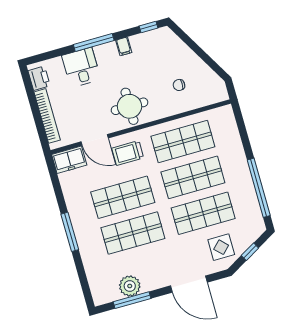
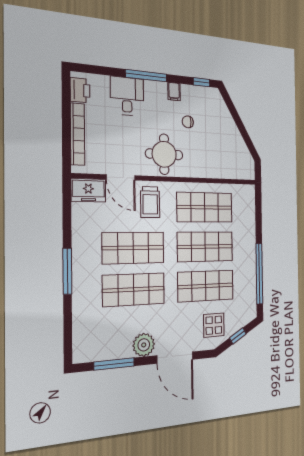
chair: (179, 85) -> (188, 122), moved
trolley: (128, 153) -> (150, 202), turned -90
plant: (130, 286) -> (144, 345), moved

